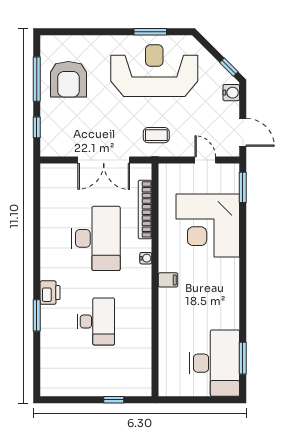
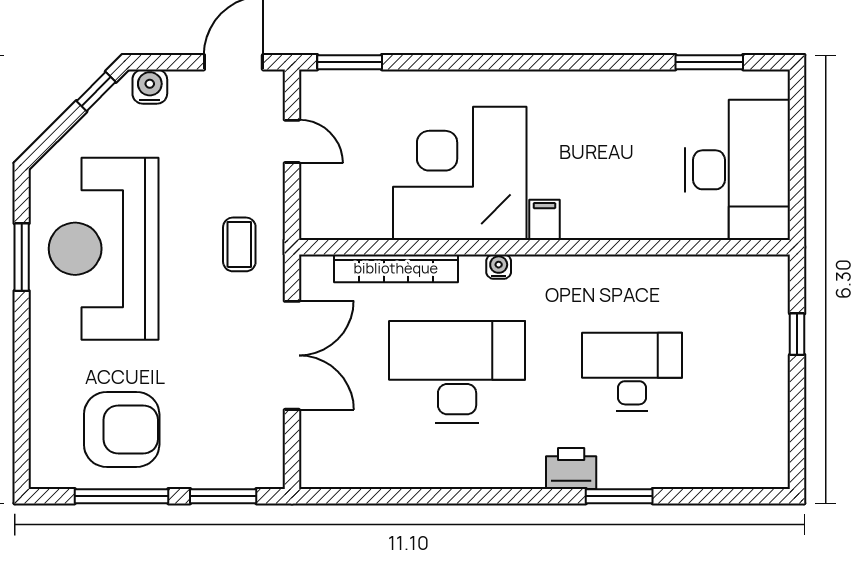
window: (37, 127) -> (223, 496), width x1.50
door: (205, 160) -> (292, 141), swing flipped
corner desk: (208, 225) -> (460, 173), moved, turned 180
desk: (214, 363) -> (737, 170), moved, turned 90

